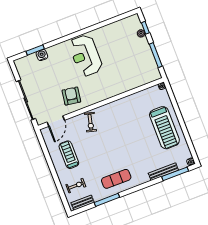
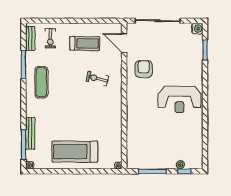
water cooler: (42, 55) -> (197, 29), moved
reception desk: (86, 56) -> (179, 99), turned 180
armchair: (71, 96) -> (144, 69), turned -99
exercise bike: (90, 122) -> (97, 79), moved

